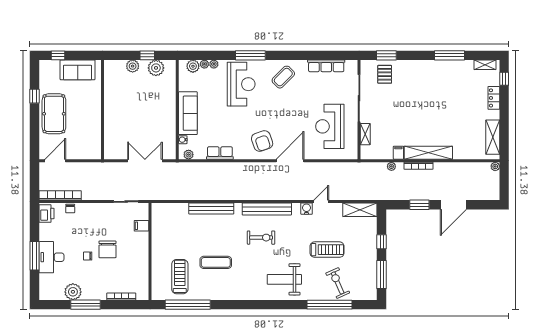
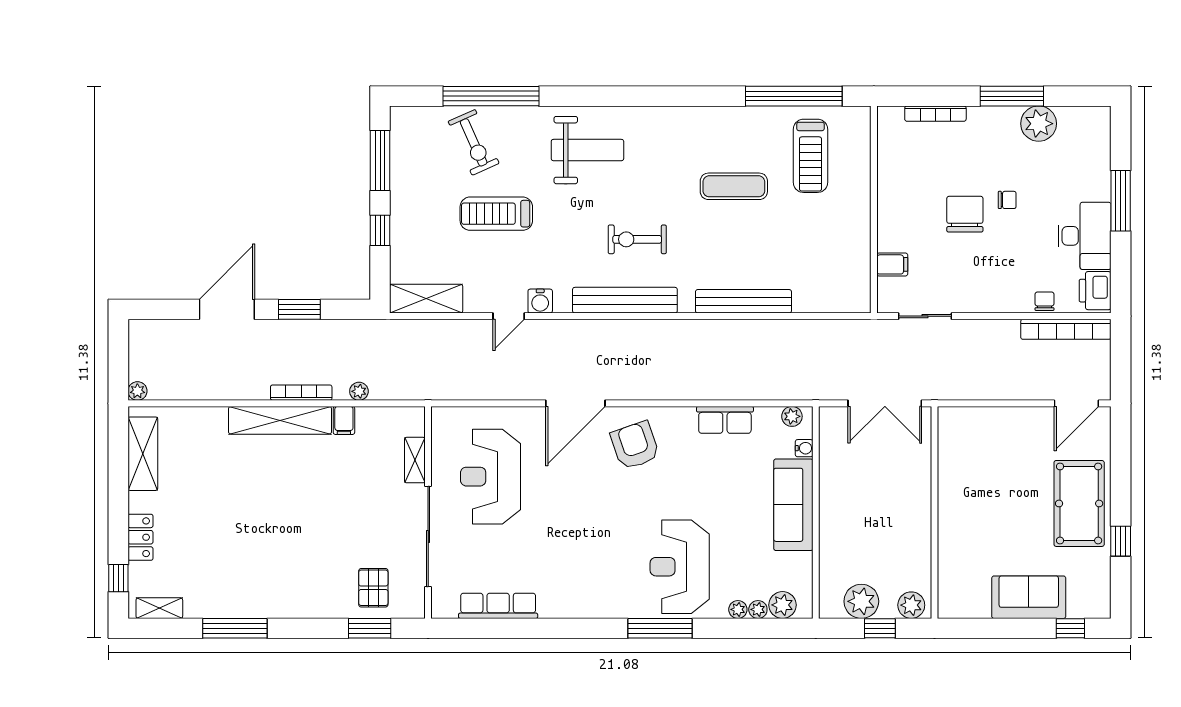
coffee table: (283, 77) -> (590, 582), removed
wall: (102, 110) -> (934, 512), moved
reception desk: (330, 126) -> (491, 477), turned 180
desk: (51, 257) -> (1084, 236), moved

